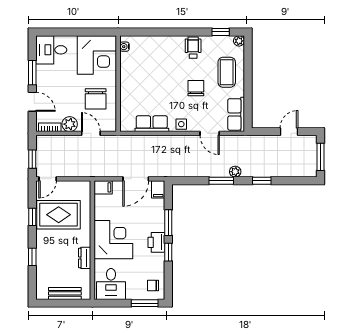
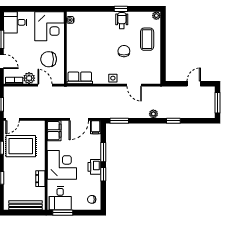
window: (221, 32) -> (121, 9), moved
chair: (96, 99) -> (49, 59), turned 90
row of seats: (236, 114) -> (154, 71), removed
row of seats: (152, 124) -> (80, 78), moved
window: (221, 181) -> (119, 121), moved
filing cabinet: (103, 187) -> (54, 131), width x2.00
bench: (65, 293) -> (26, 205), width x1.36
window: (145, 303) -> (63, 213), moved

